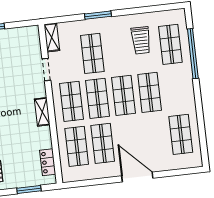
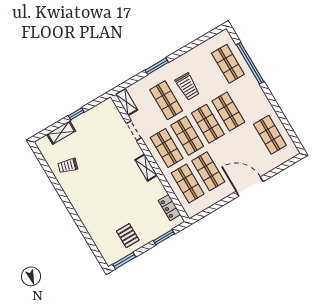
trolley: (141, 40) -> (187, 87), moved

